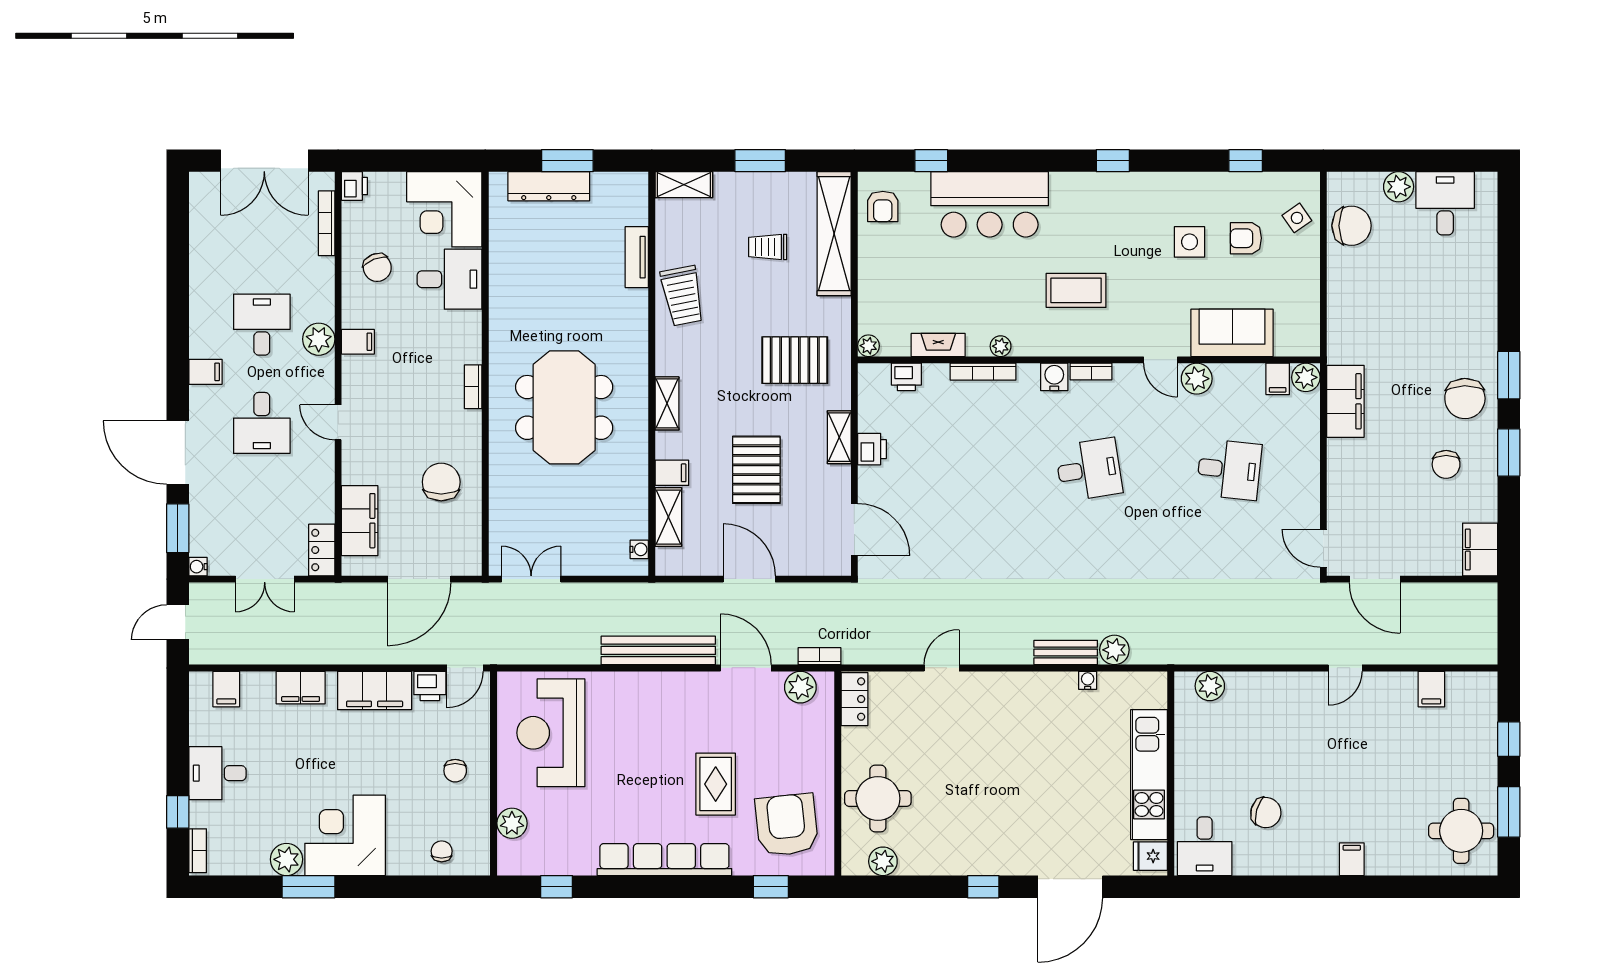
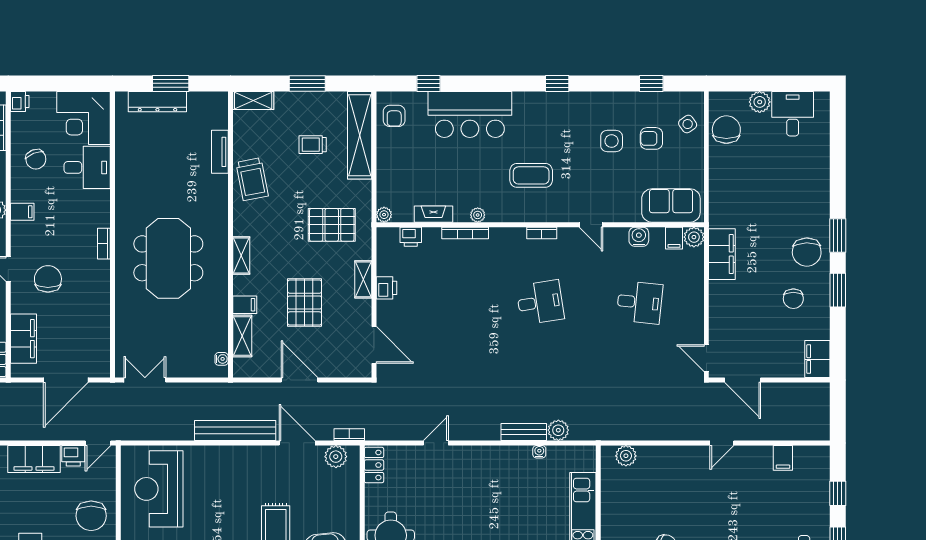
chair: (1351, 226) -> (726, 130), turned -90
sofa: (1232, 333) -> (671, 205), moved
water cooler: (1054, 377) -> (639, 237), moved
plant: (1197, 379) -> (617, 238), removed
chair: (441, 482) -> (48, 279), moved
chair: (455, 771) -> (91, 516), width x1.87, depth x1.87

